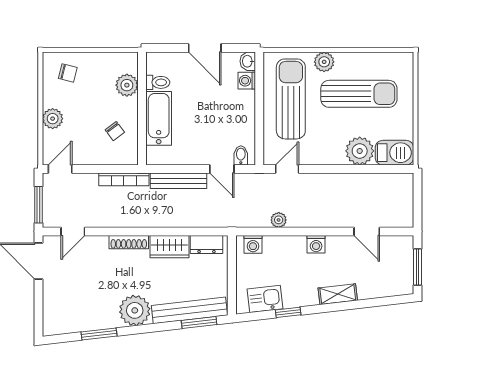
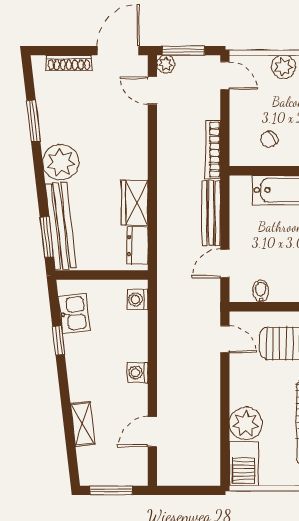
bidet: (241, 155) -> (261, 291), moved, turned -90
plant: (279, 220) -> (166, 64), moved
shoe rack: (129, 242) -> (69, 63), moved, turned -90
shelving: (338, 294) -> (83, 424), moved

